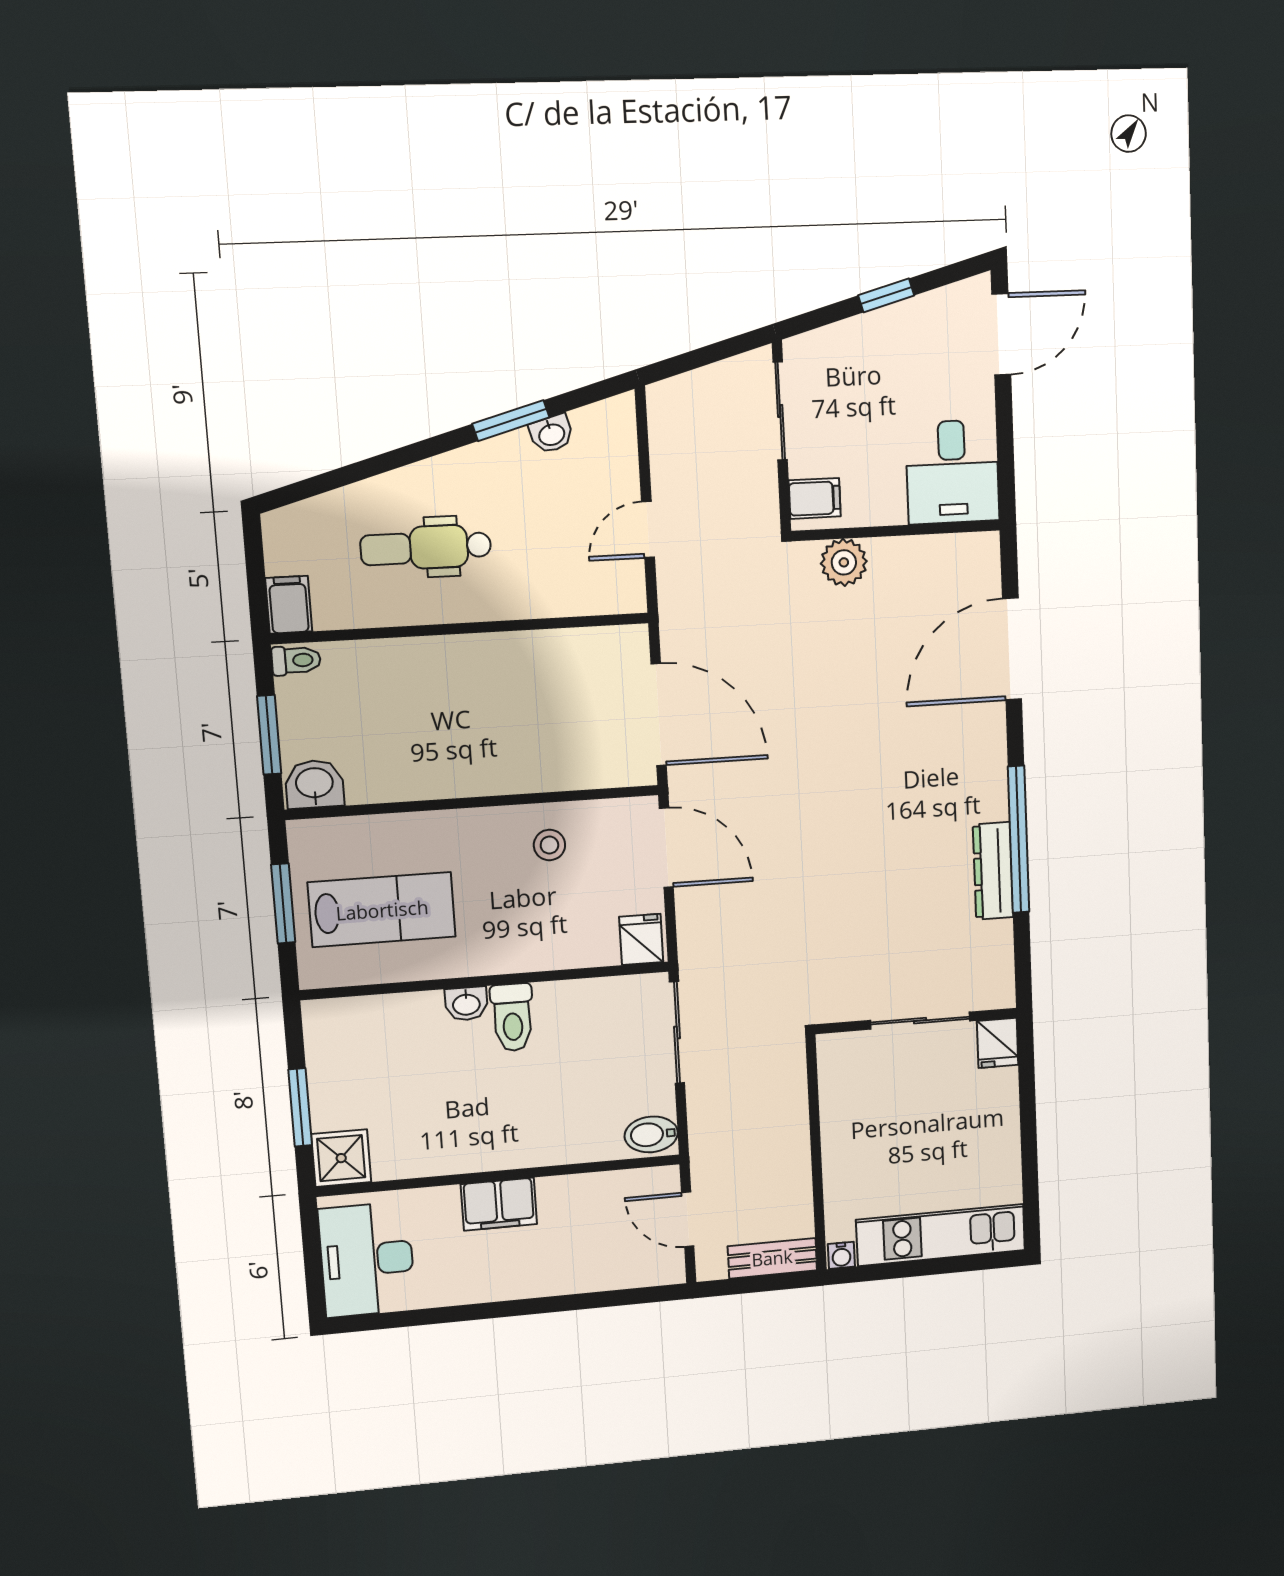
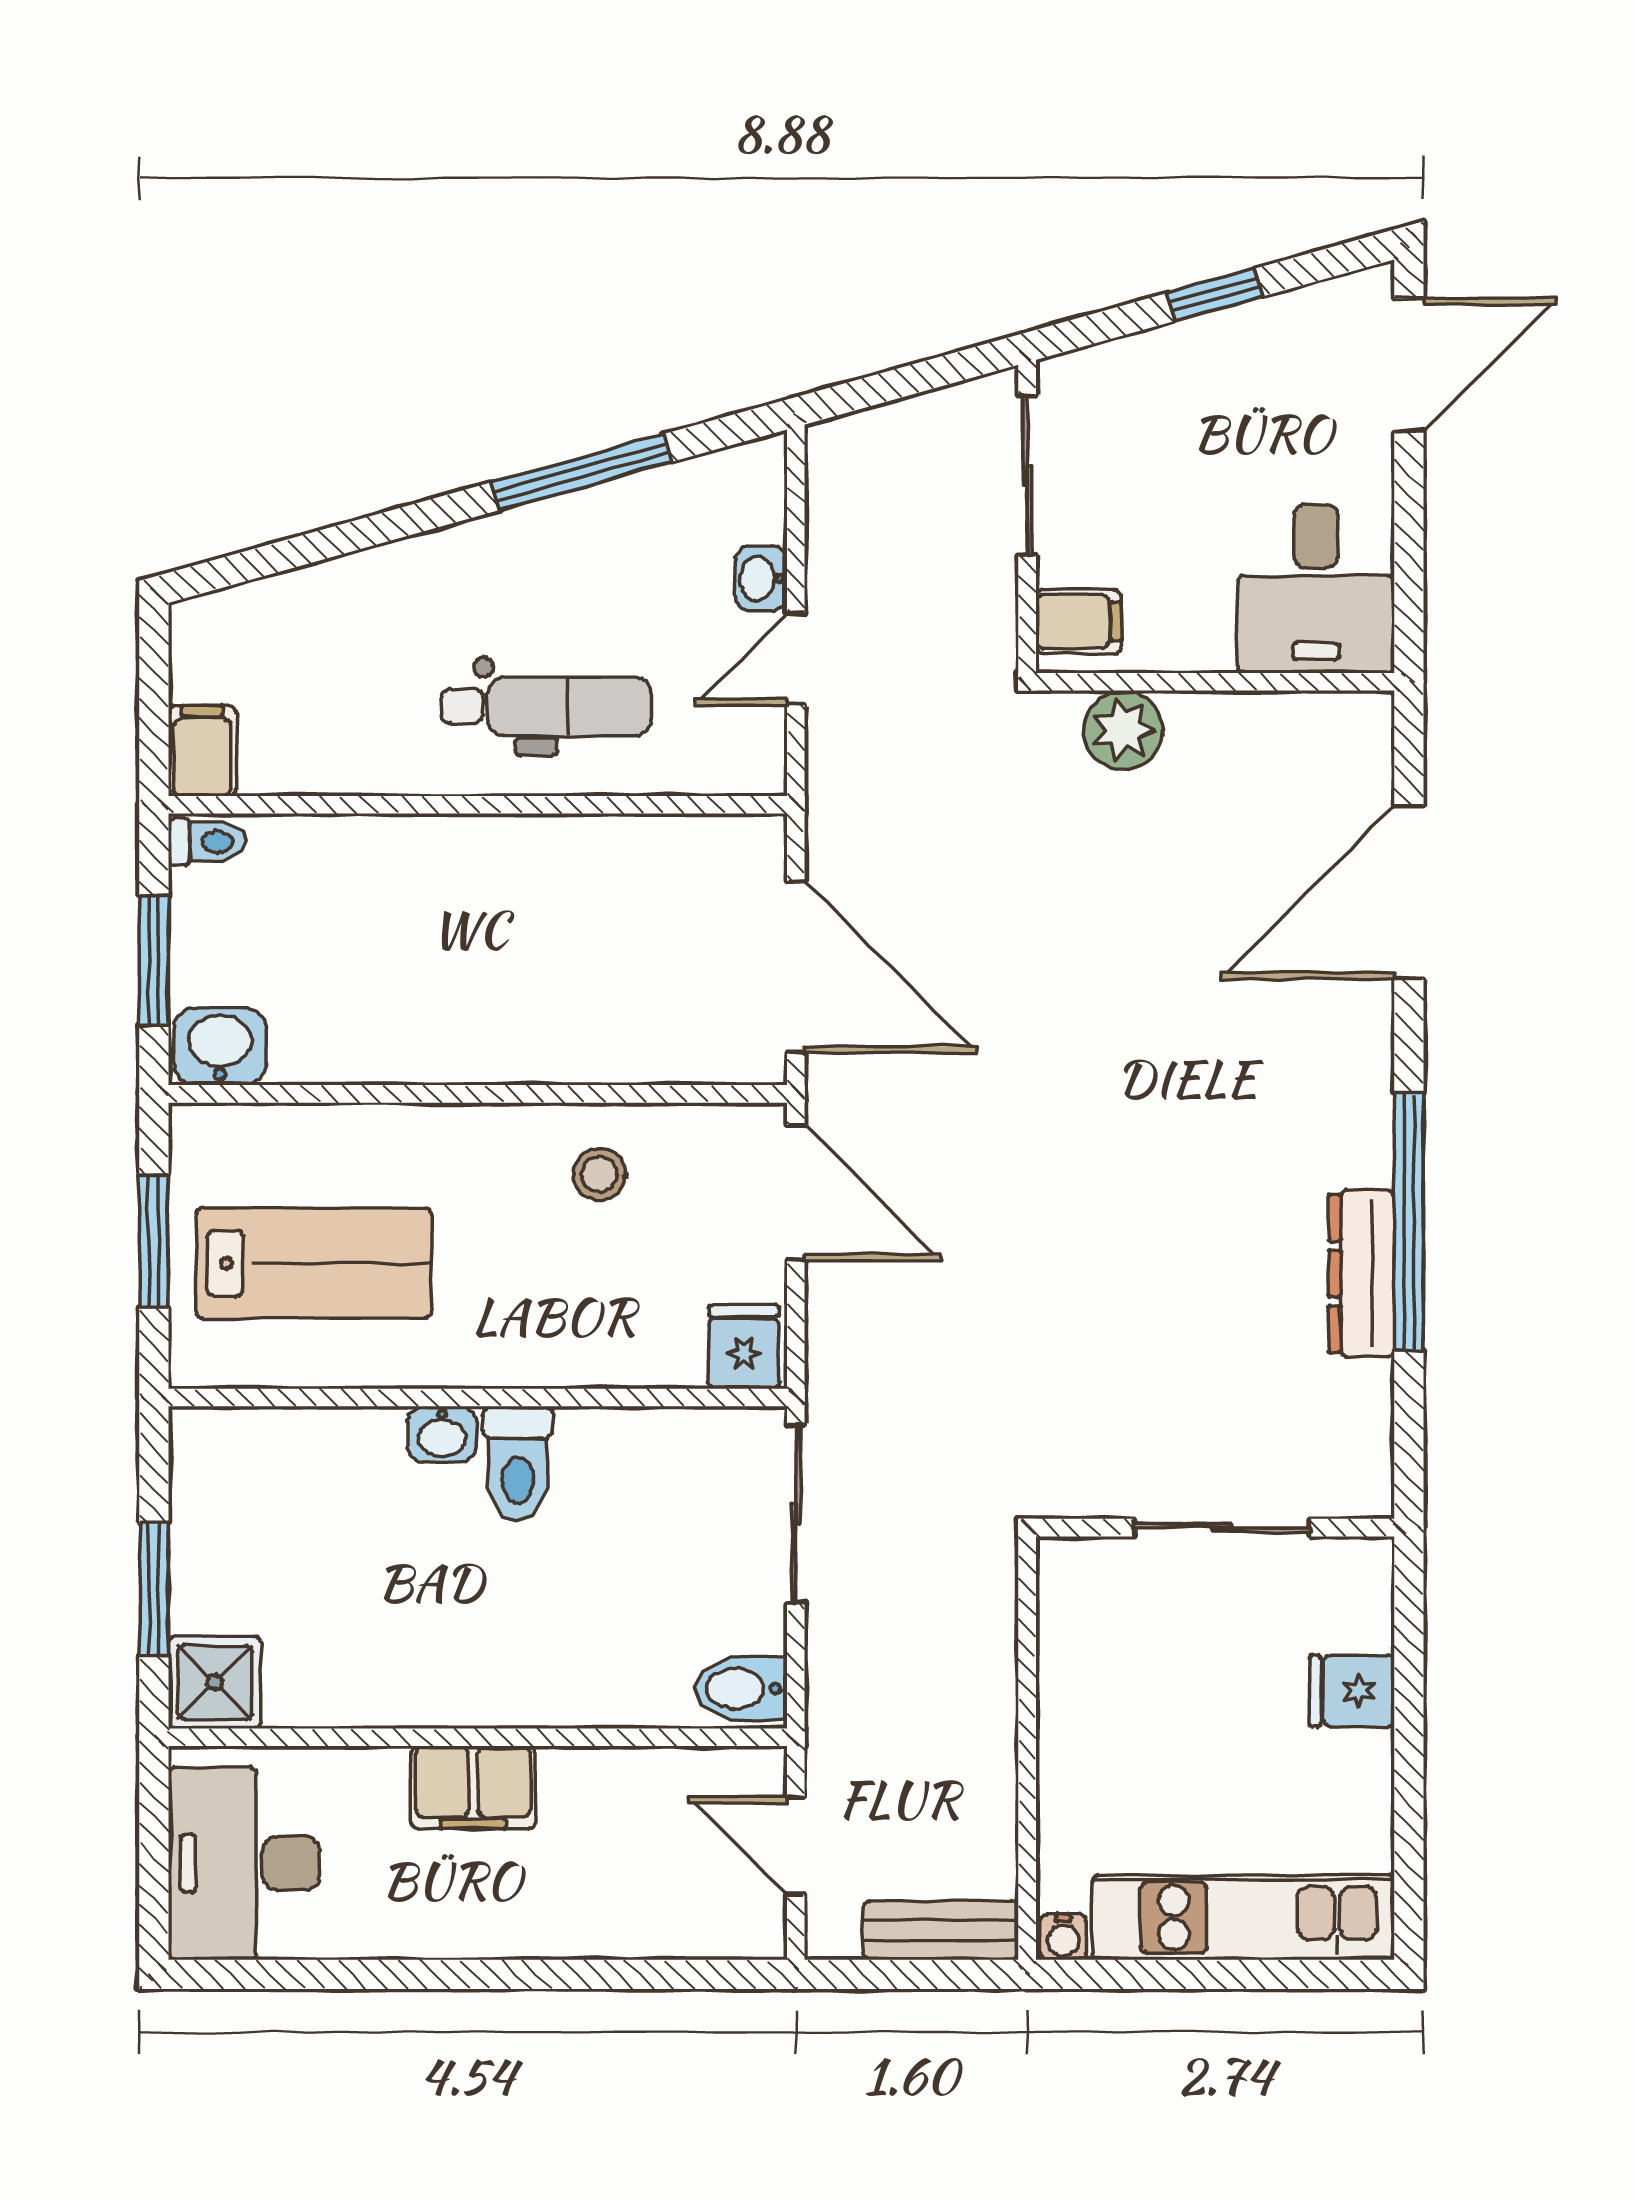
window: (511, 421) -> (581, 472), width x1.44
washbasin: (551, 434) -> (761, 578), moved, turned 106
dental chair: (426, 547) -> (547, 706), moved, turned 180
fridge: (998, 1043) -> (1352, 1691), moved, turned 90

